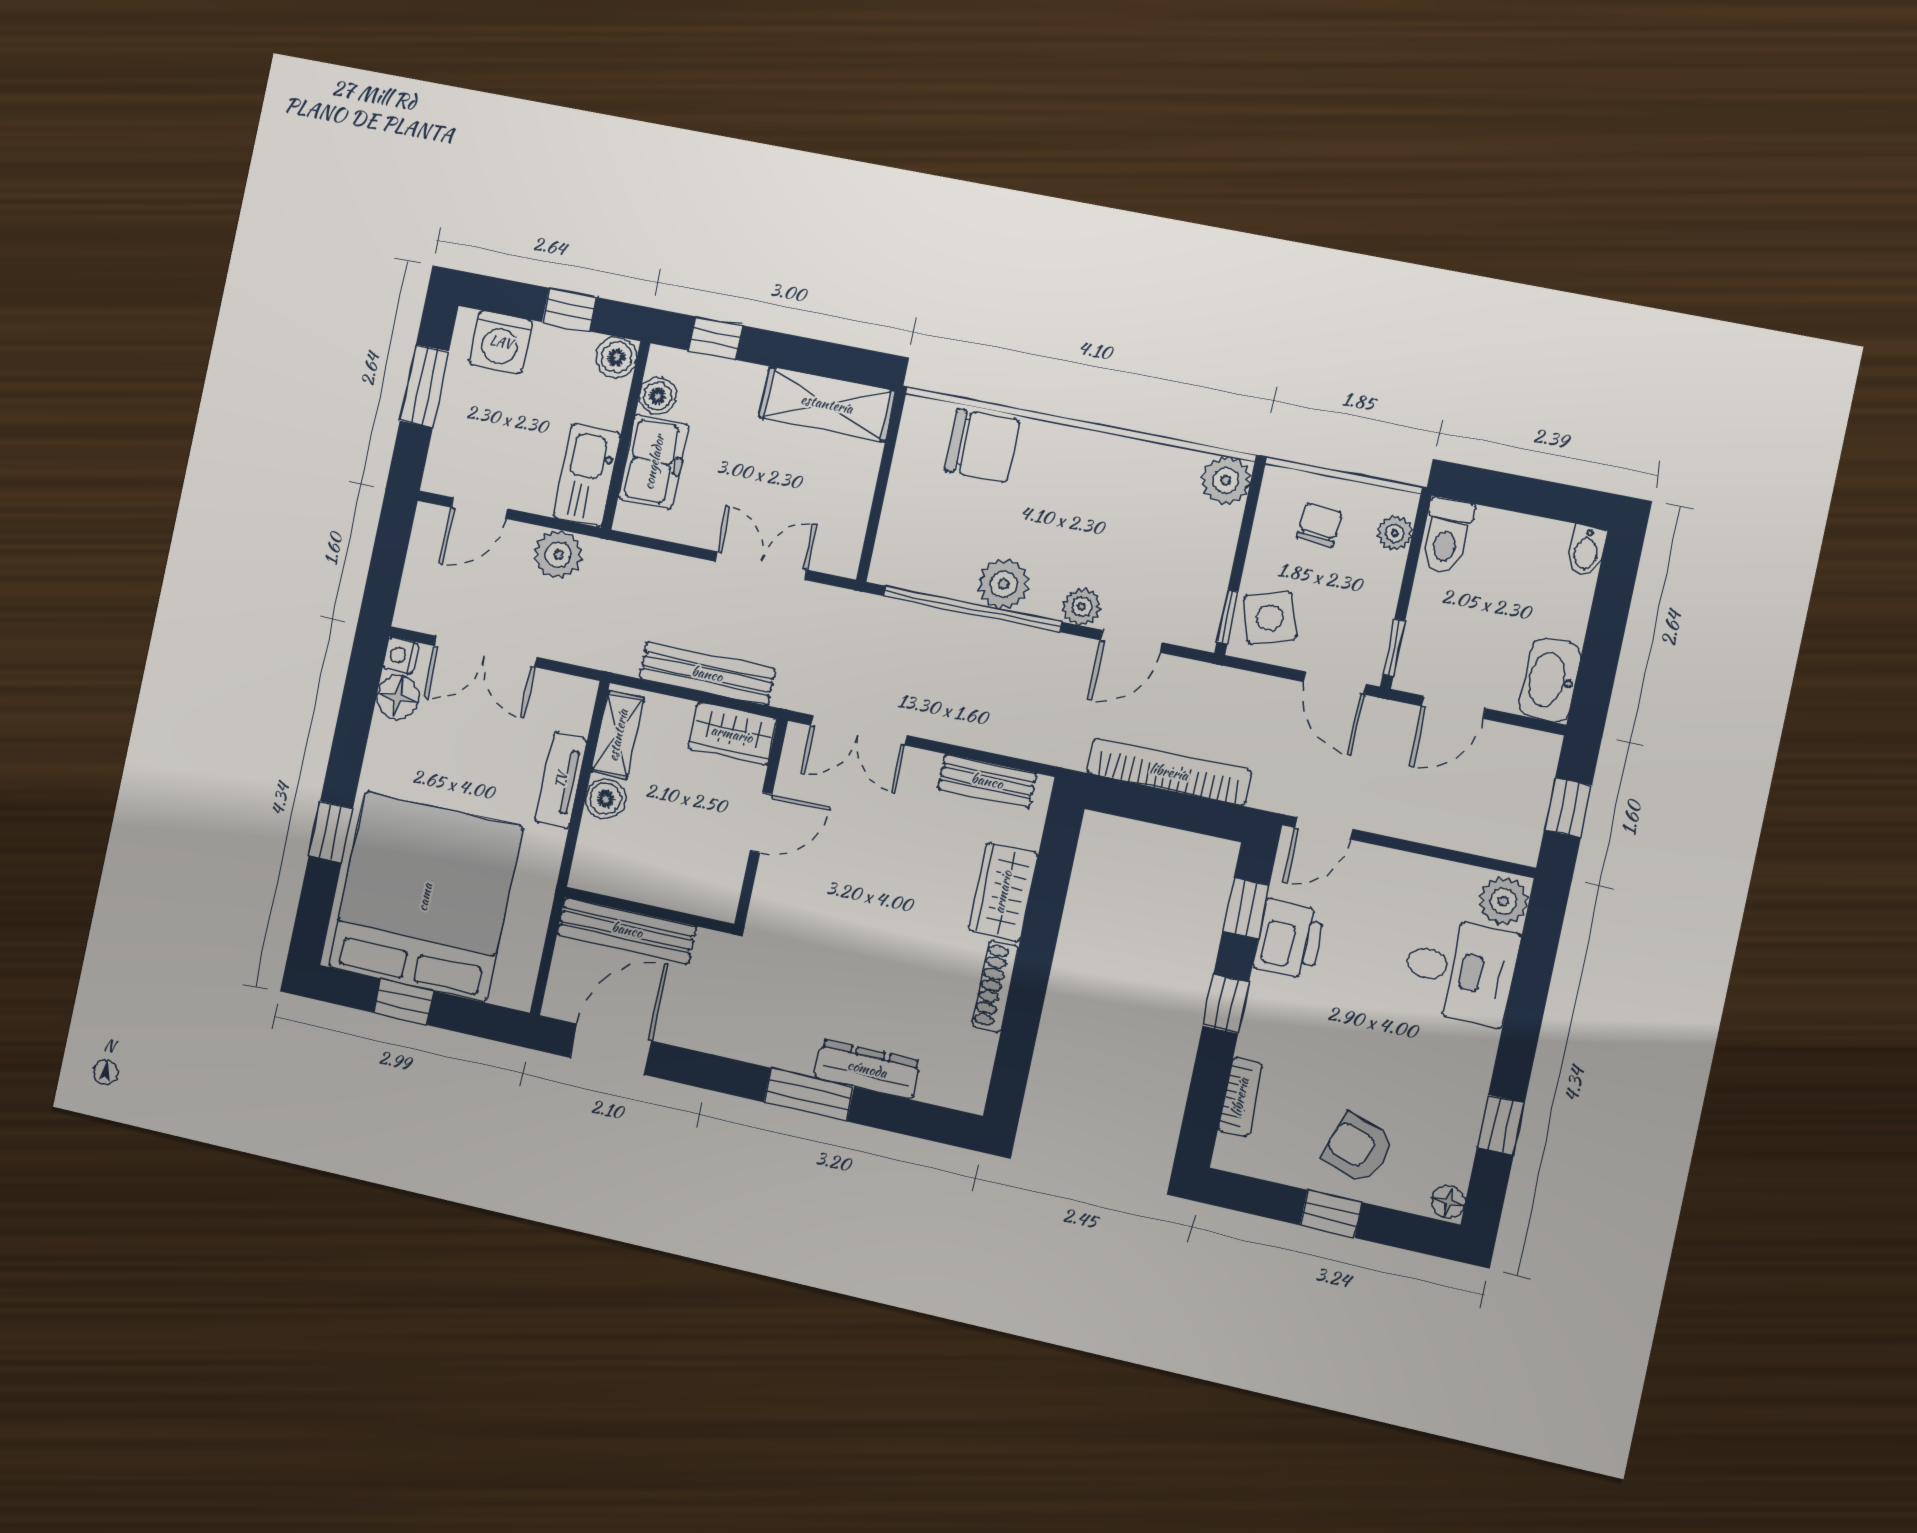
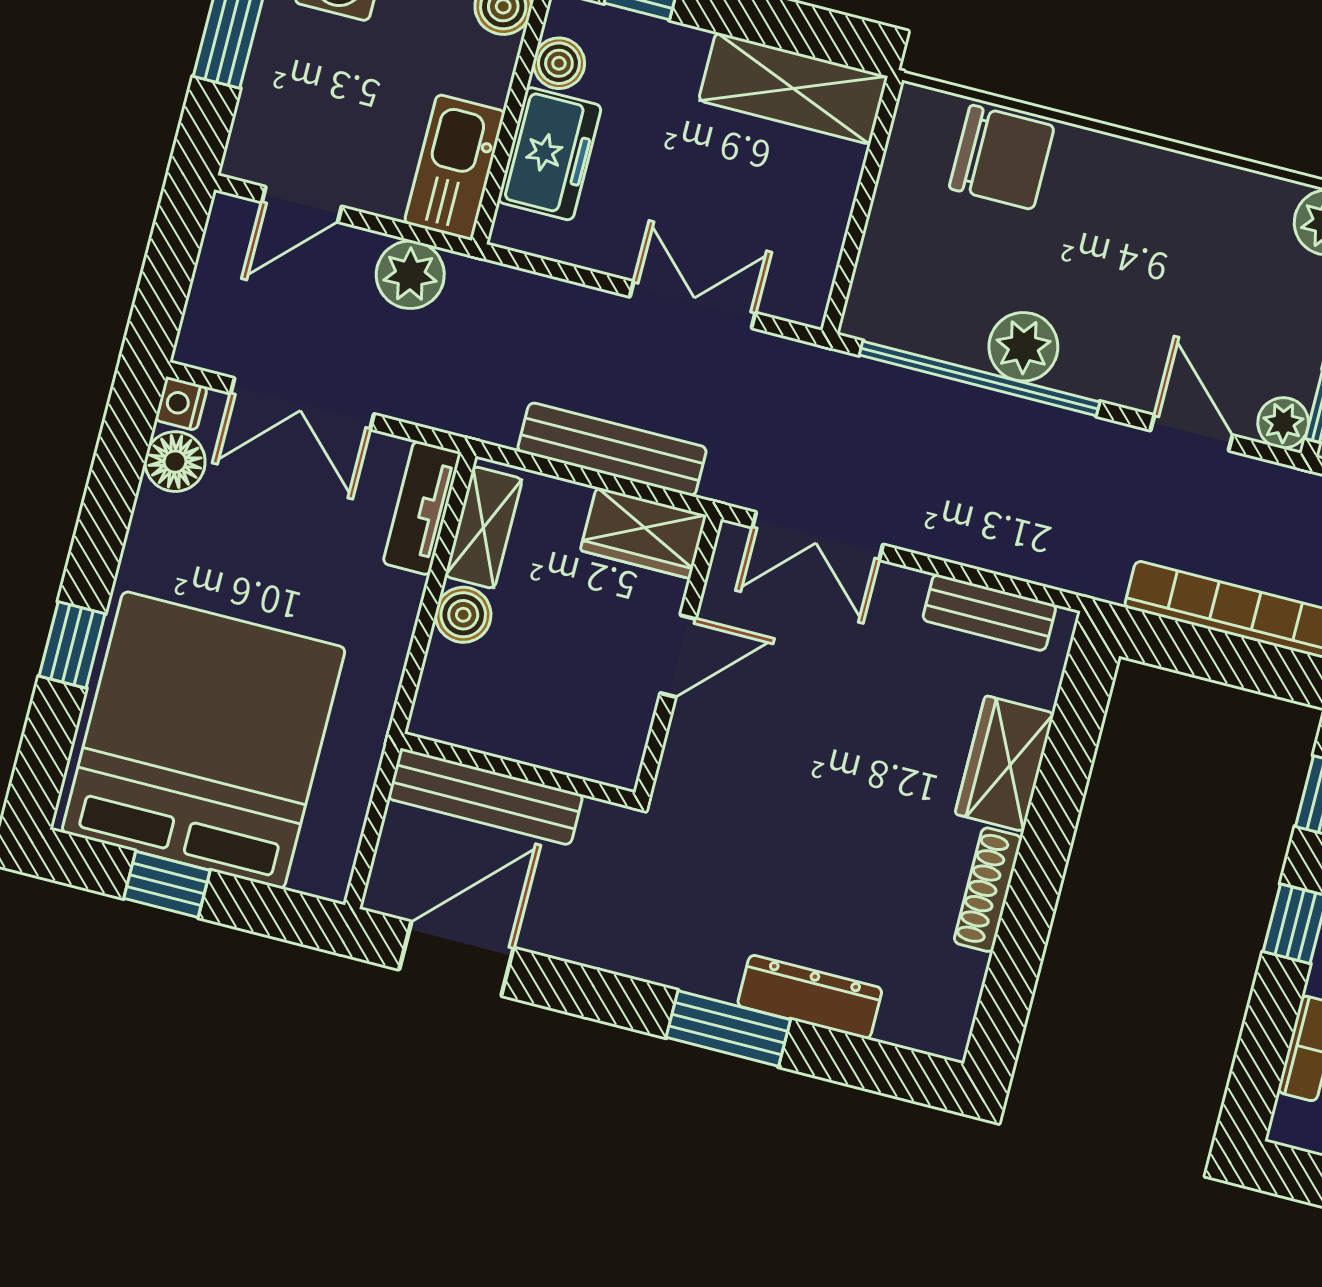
plant: (1082, 607) -> (1283, 423), moved
door: (1131, 641) -> (1192, 433), swing flipped
tv unit: (561, 780) -> (422, 508), moved

